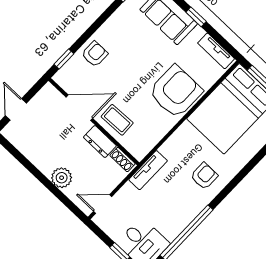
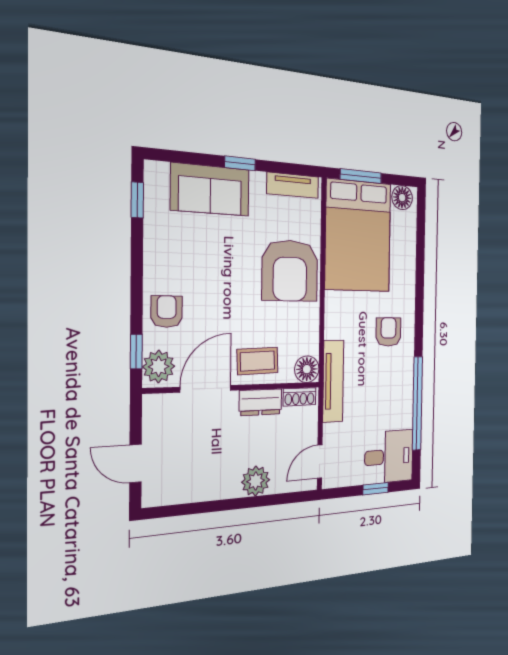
plant: (67, 76) -> (159, 367), added
armchair: (176, 92) -> (290, 271), turned 180
floor lamp: (139, 150) -> (307, 369), added
tv unit: (148, 170) -> (333, 381), width x1.41

